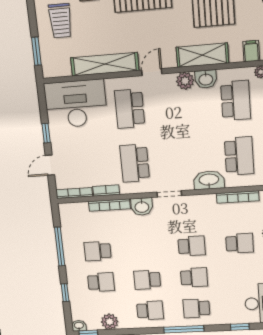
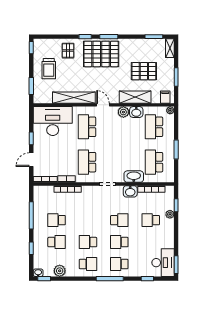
door: (152, 72) -> (103, 105), hinge flipped
school desk: (236, 101) -> (154, 127), turned 180
school desk: (239, 156) -> (154, 162), turned 180
washbasin: (142, 207) -> (130, 191), moved
school desk: (240, 243) -> (151, 220), turned 180
school desk: (194, 277) -> (119, 242), turned 180

